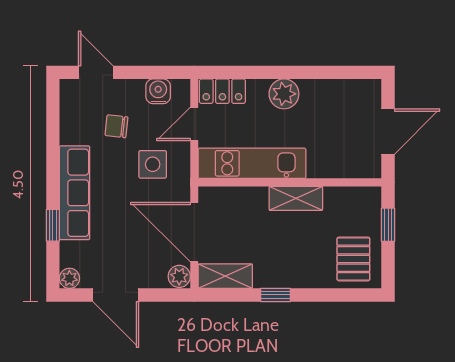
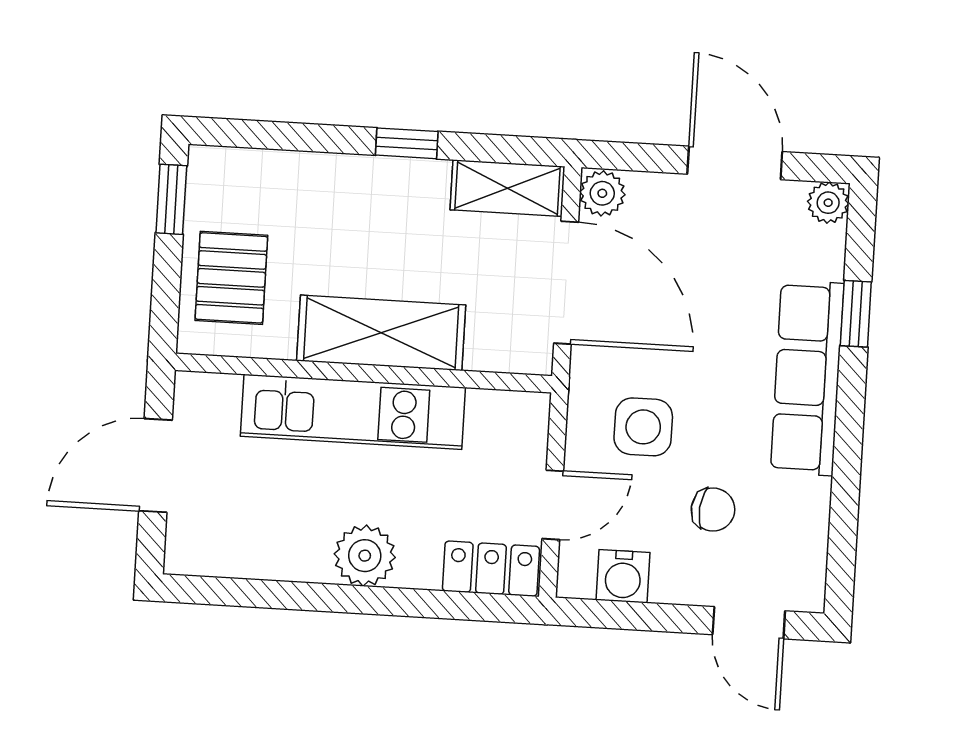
kitchen unit: (252, 163) -> (353, 412), moved
shelving: (296, 198) -> (381, 333), width x1.50, depth x1.33
window: (388, 225) -> (171, 199), moved
pallet: (353, 259) -> (231, 278), moved

